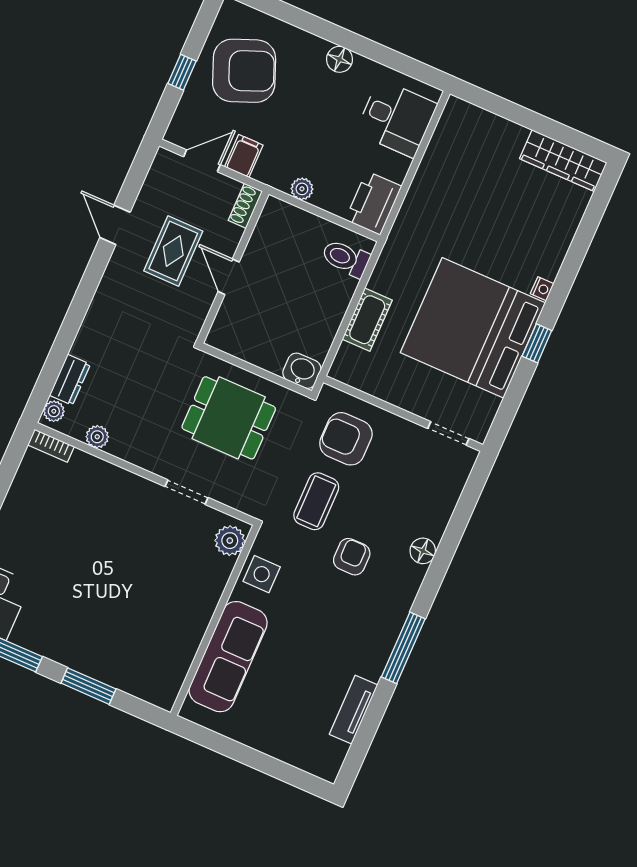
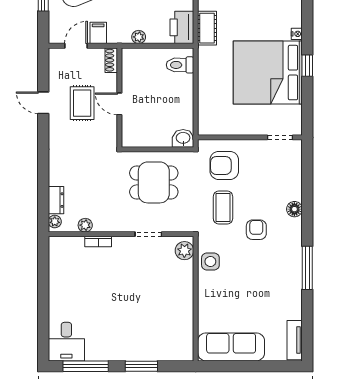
cot: (367, 320) -> (207, 28), moved
bookcase: (51, 446) -> (98, 242), moved
sofa: (228, 657) -> (231, 347), moved, turned -90
tv unit: (354, 710) -> (295, 340), moved

